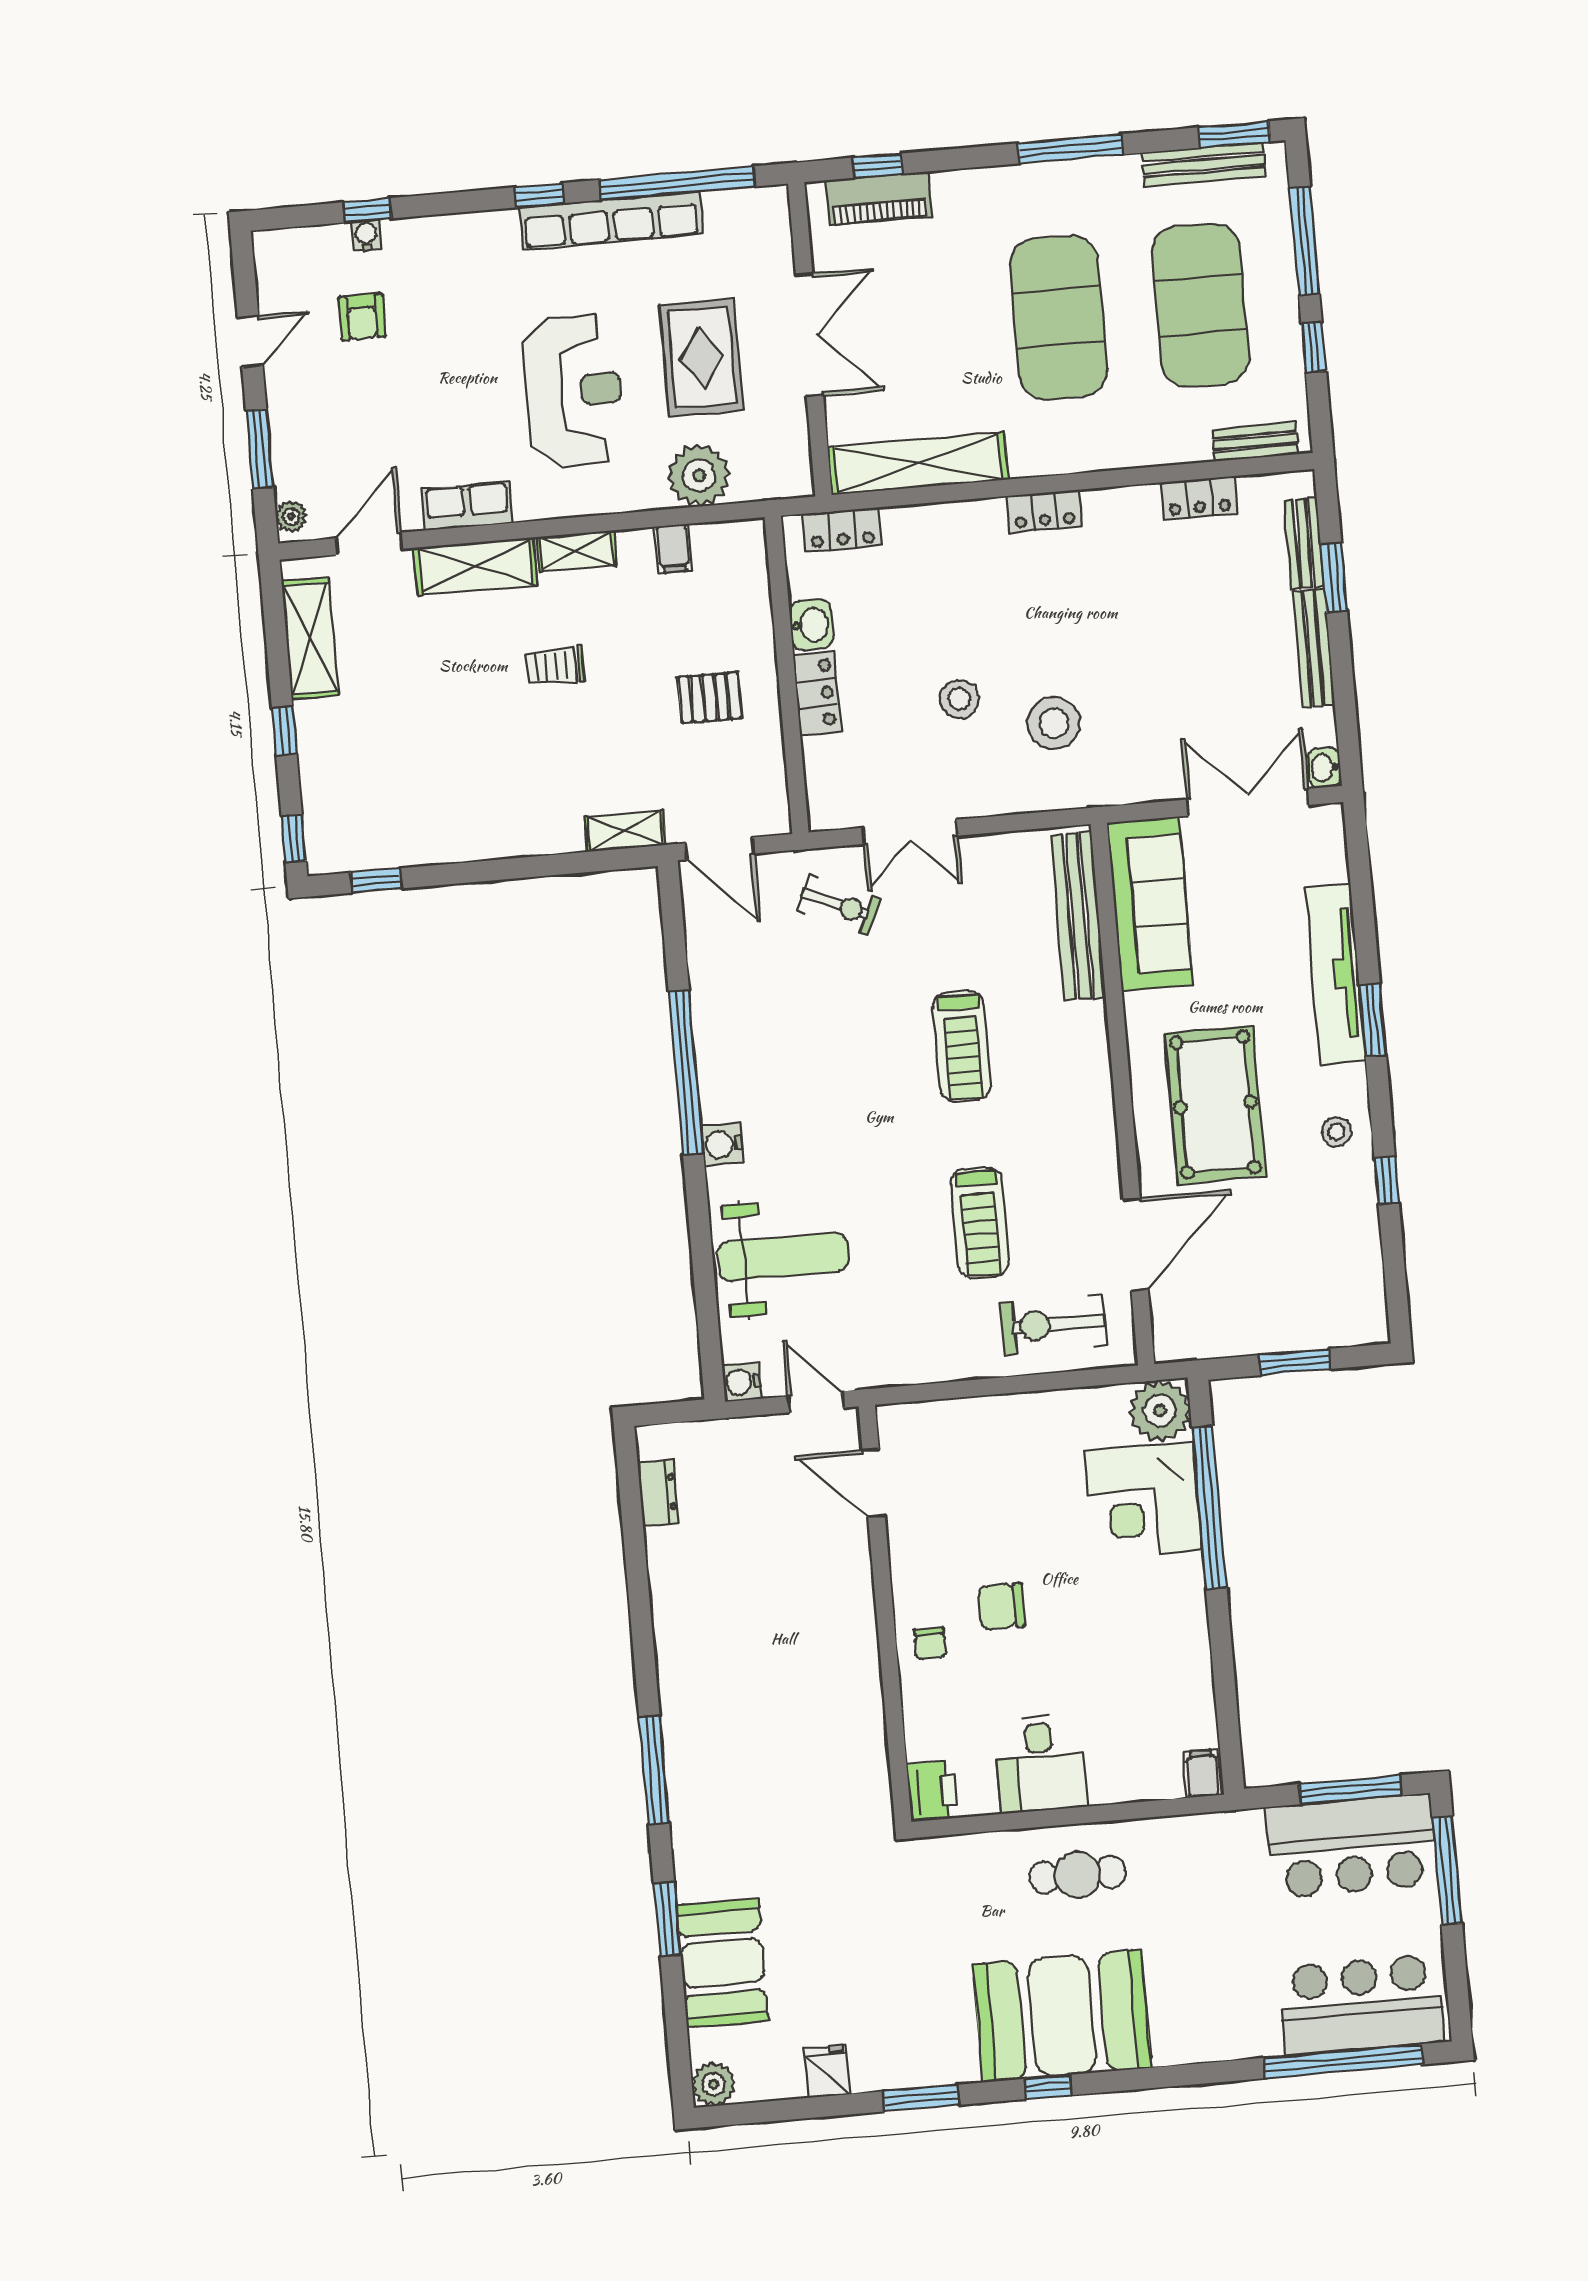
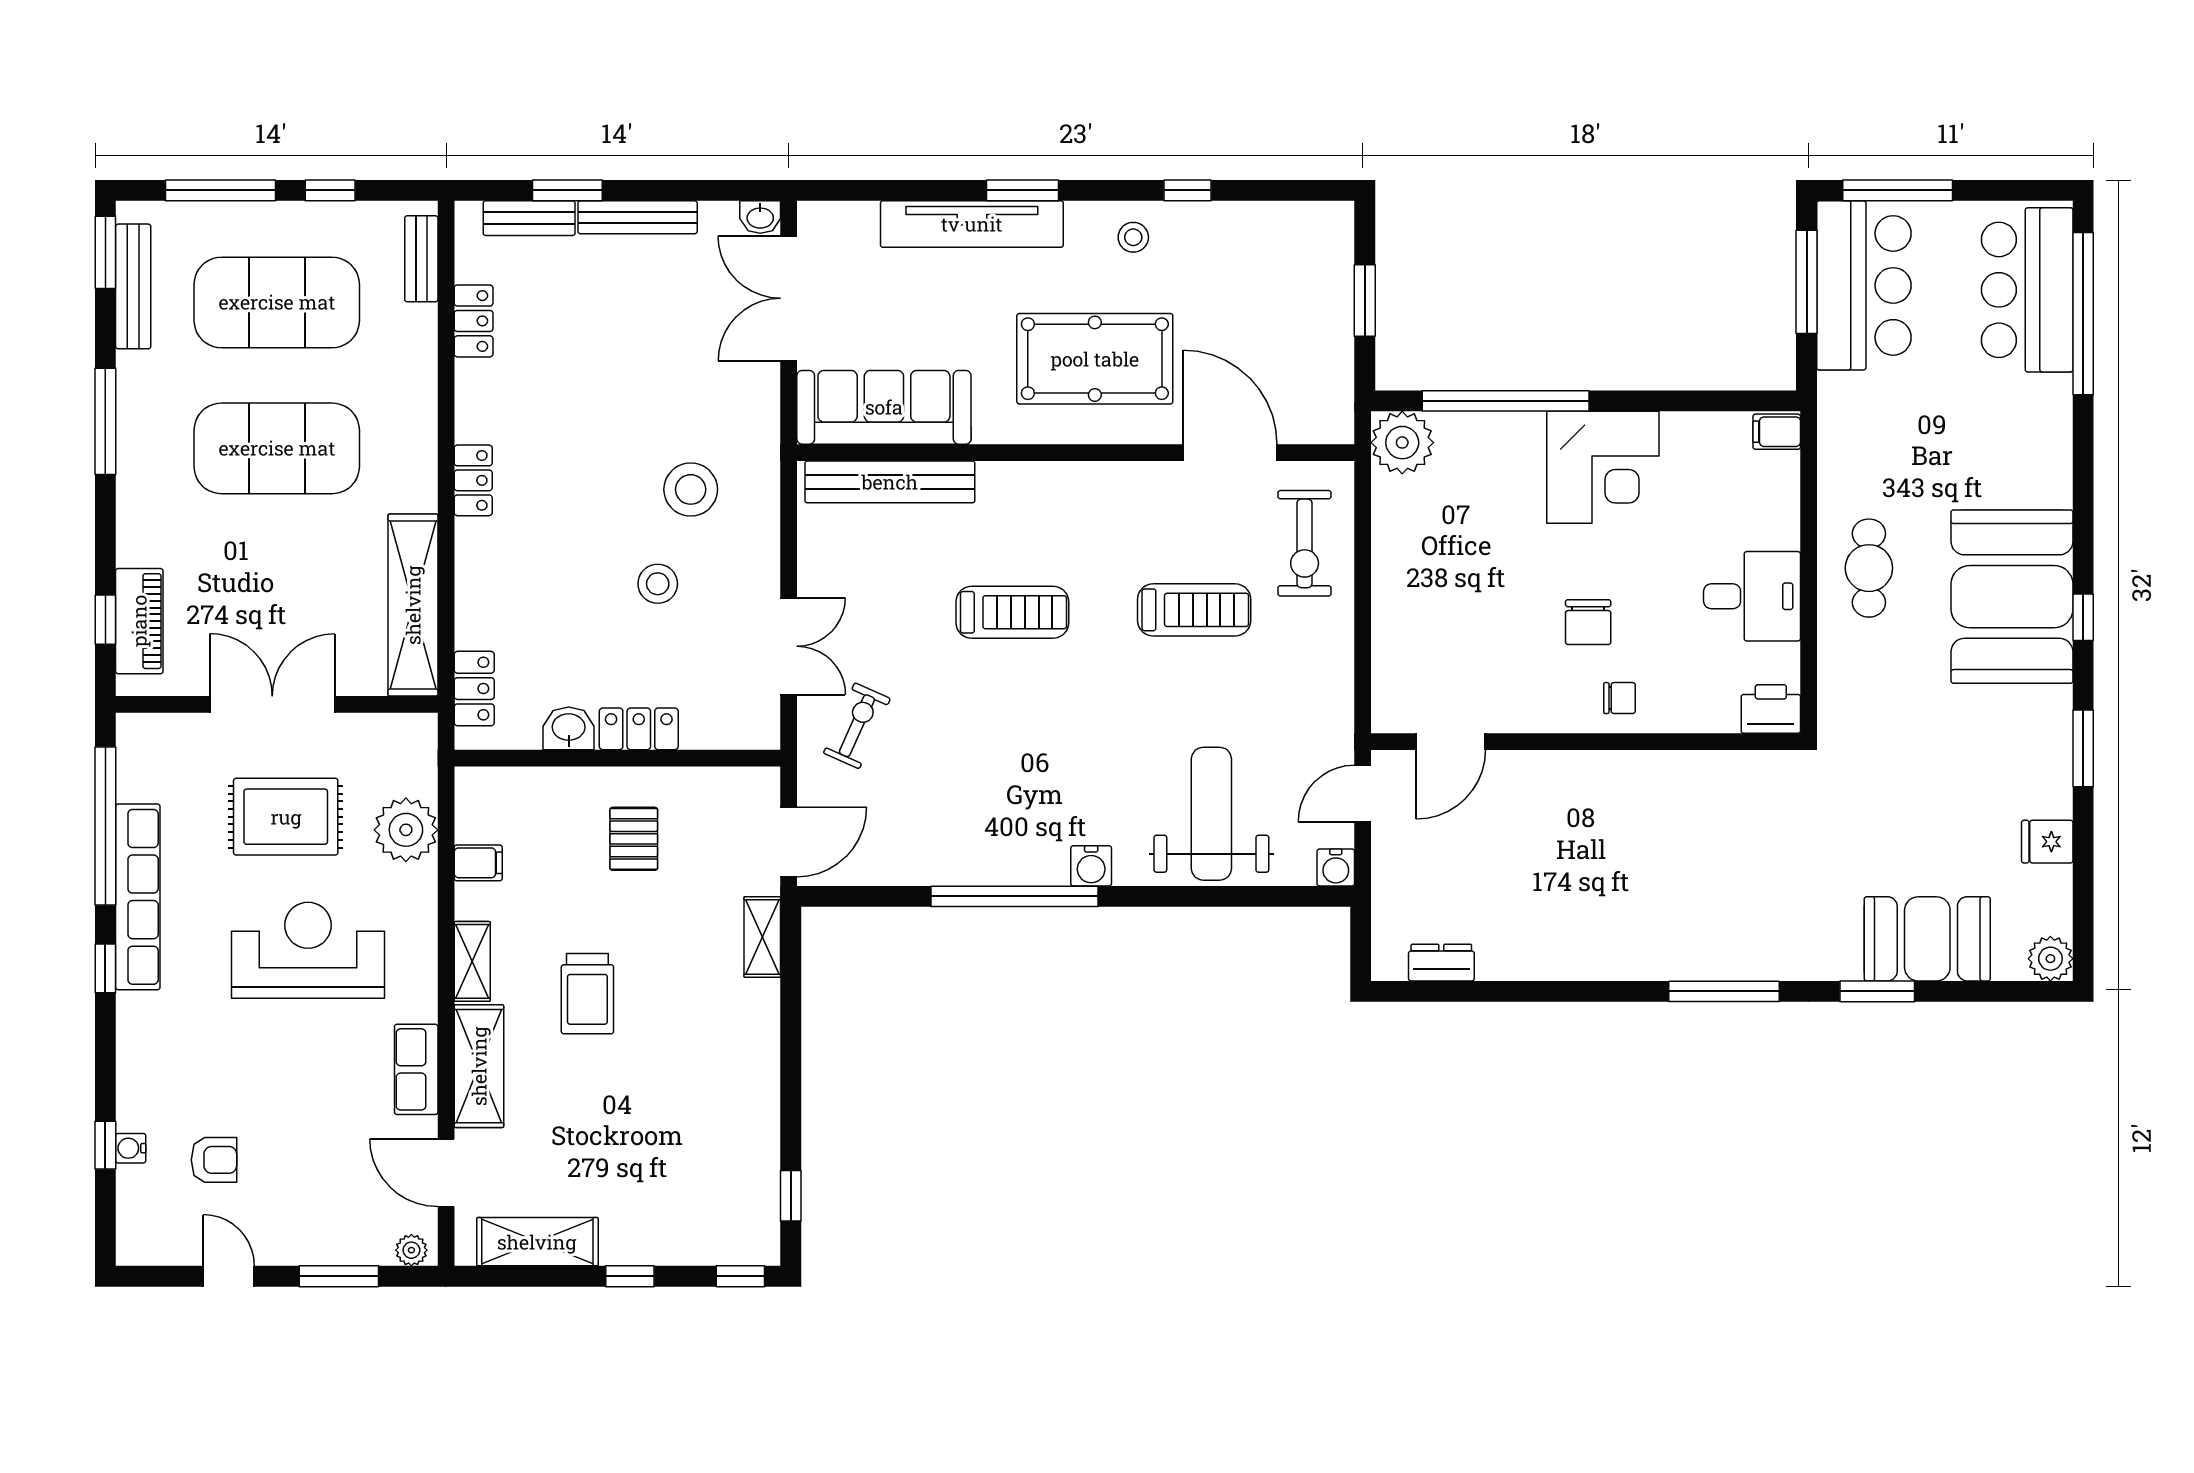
trolley: (555, 666) -> (587, 994), width x1.36, depth x1.39
corner desk: (1144, 1501) -> (1603, 467), moved

